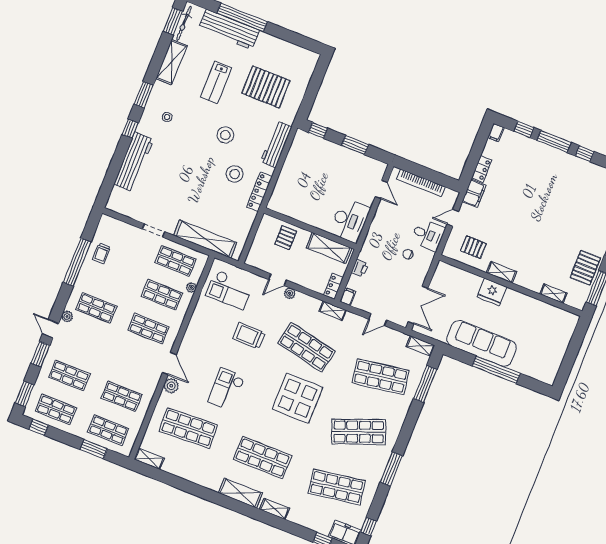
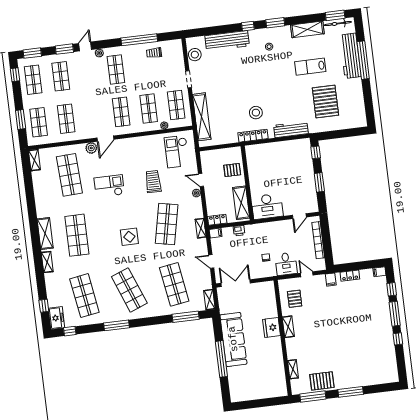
stool: (225, 135) -> (195, 55), moved
filing cabinet: (474, 193) -> (331, 280), width x0.50
double door: (418, 305) -> (236, 283), swing flipped
display table: (297, 398) -> (129, 237), width x0.54, depth x0.54

